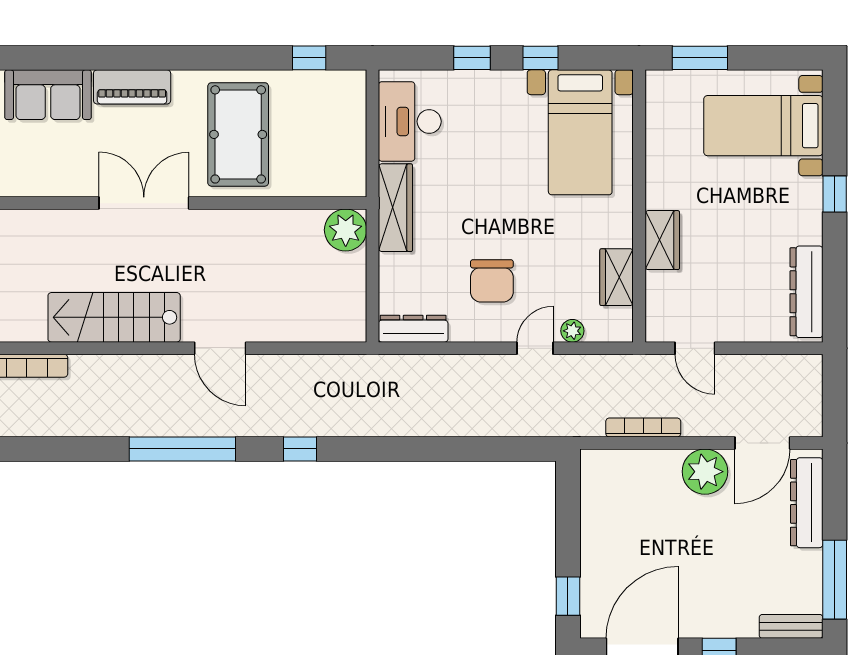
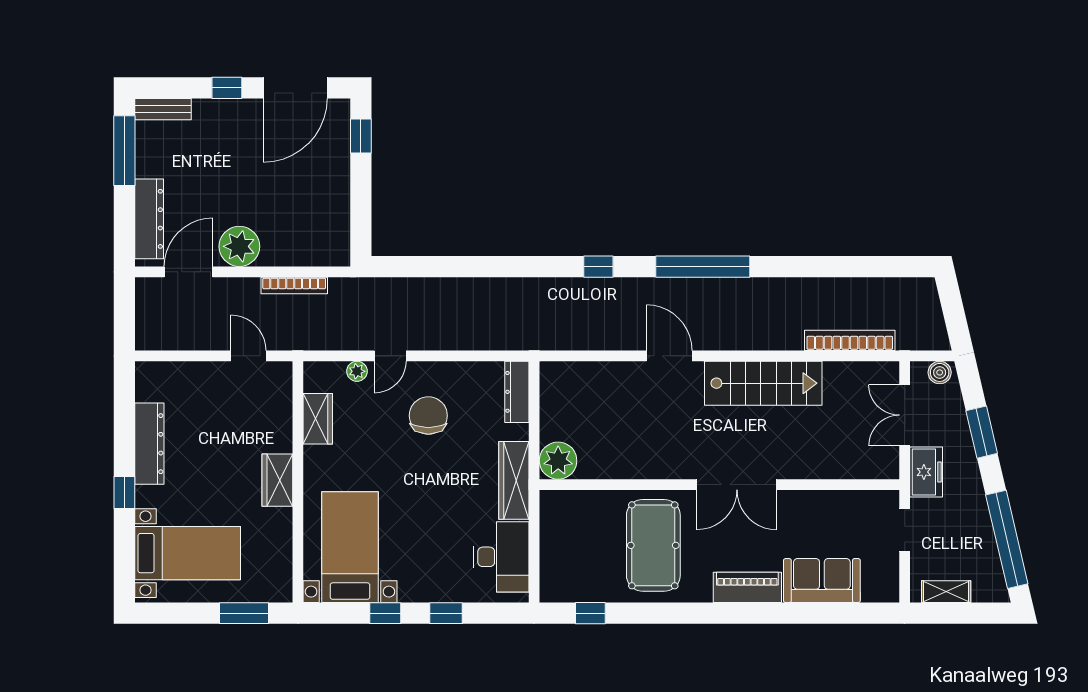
wardrobe: (662, 240) -> (277, 480), moved
dresser: (806, 292) -> (149, 444), moved
dresser: (413, 329) -> (517, 392), moved, turned 90

